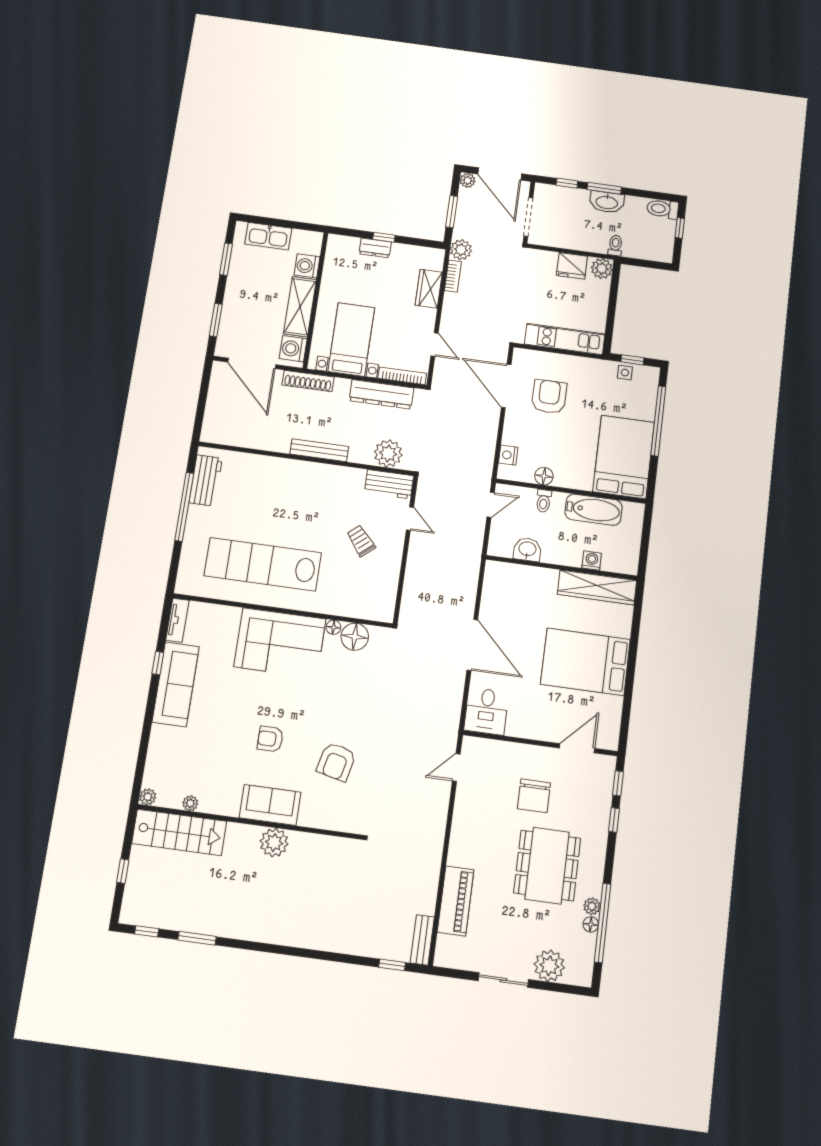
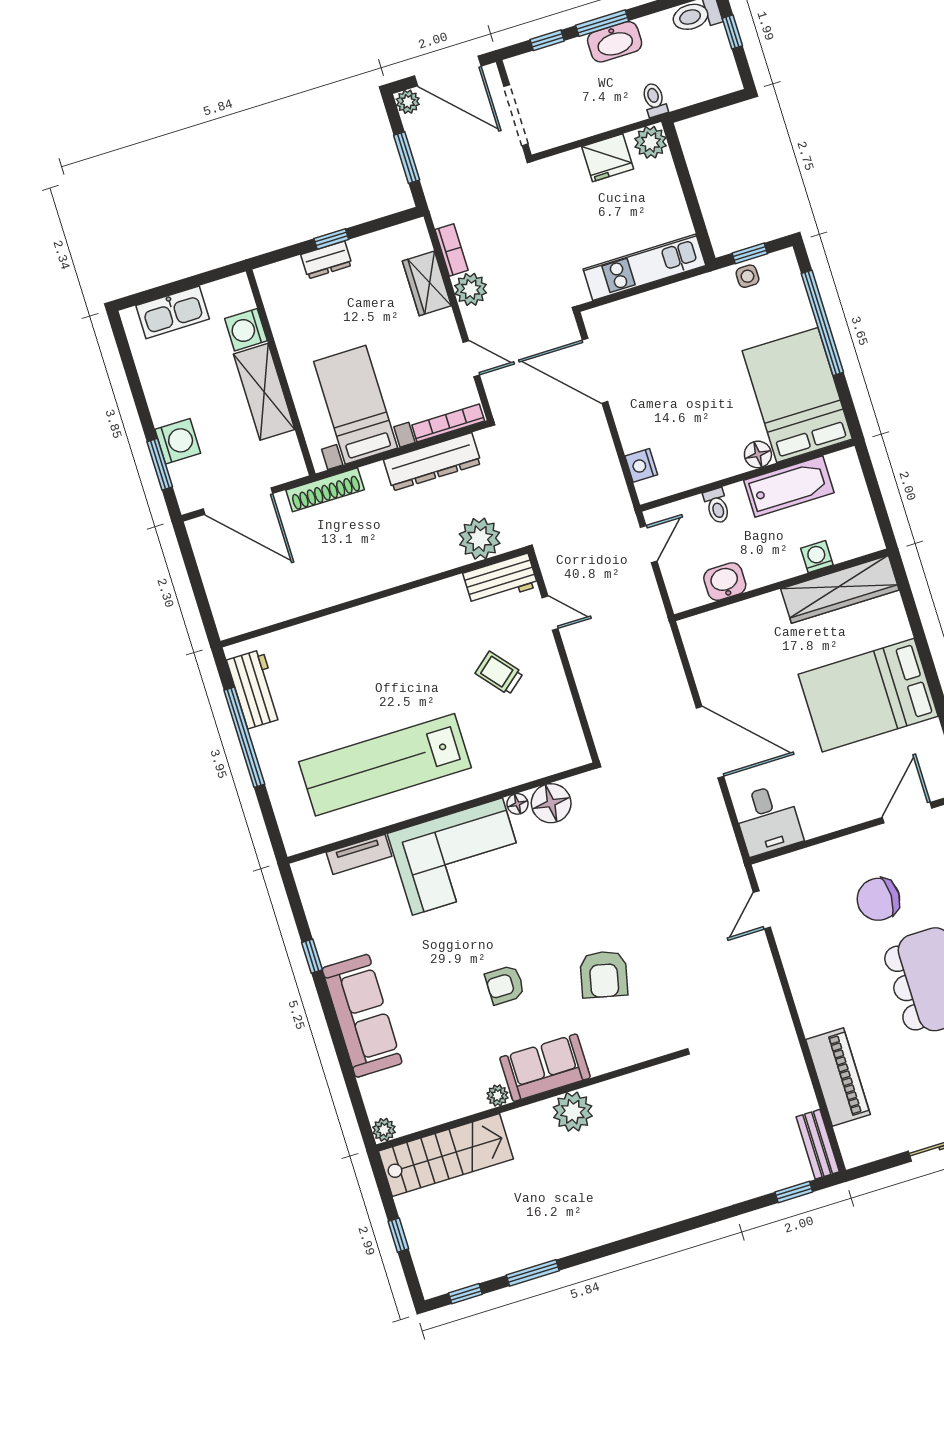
plant: (461, 250) -> (471, 289), moved
window: (226, 259) -> (131, 372), removed
washing machine: (293, 349) -> (178, 441), moved, turned 180
armchair: (549, 397) -> (660, 358), removed
bench: (319, 450) -> (386, 577), removed
floor lamp: (544, 476) -> (758, 454), moved
tv unit: (177, 620) -> (359, 854), moved, turned 90
sofa: (176, 684) -> (362, 1016), moved
chair: (534, 796) -> (878, 899), turned 90
plant: (190, 803) -> (497, 1095), moved

